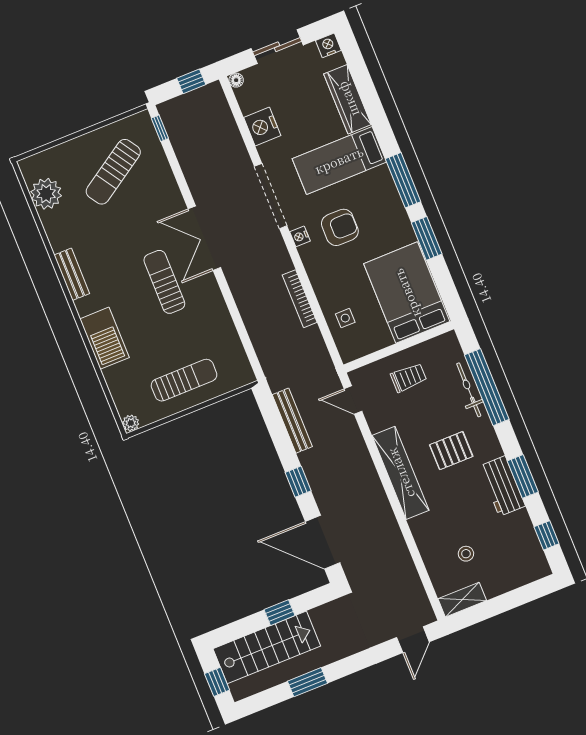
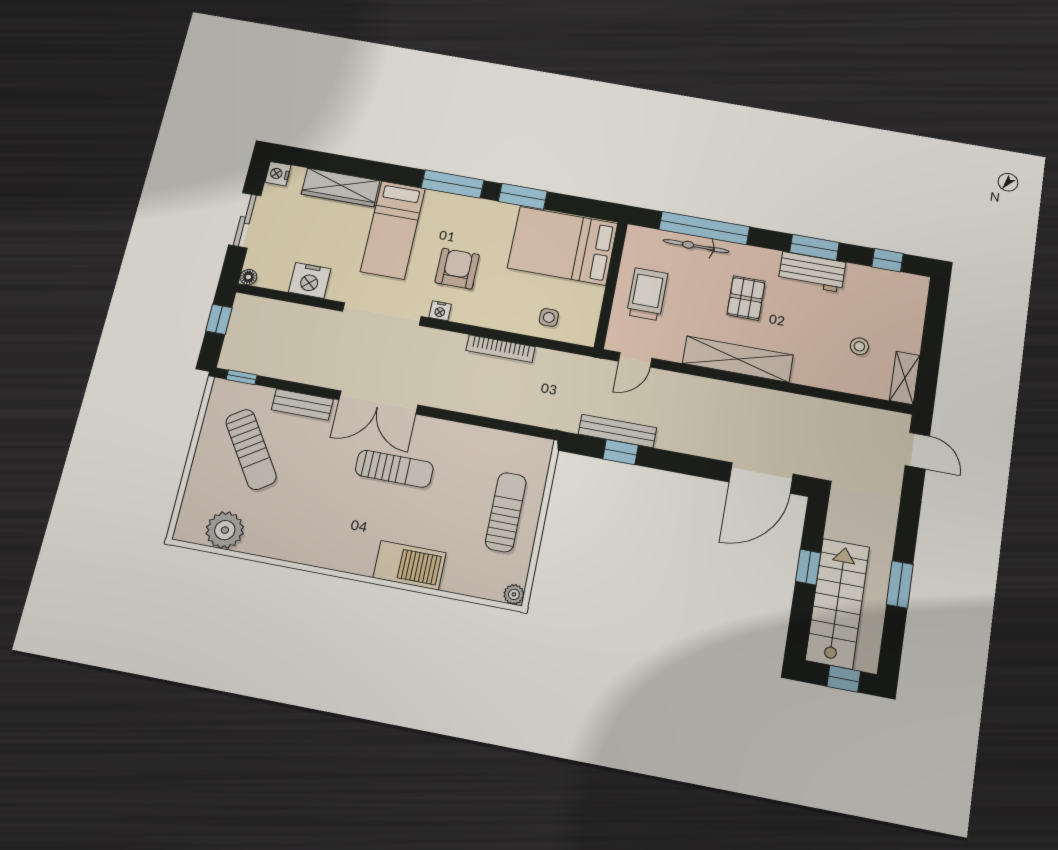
bench: (72, 274) -> (302, 404), moved
sun lounger: (164, 282) -> (394, 469), turned 180
trolley: (409, 378) -> (647, 294), width x1.36, depth x1.39
window: (298, 482) -> (621, 452), moved

